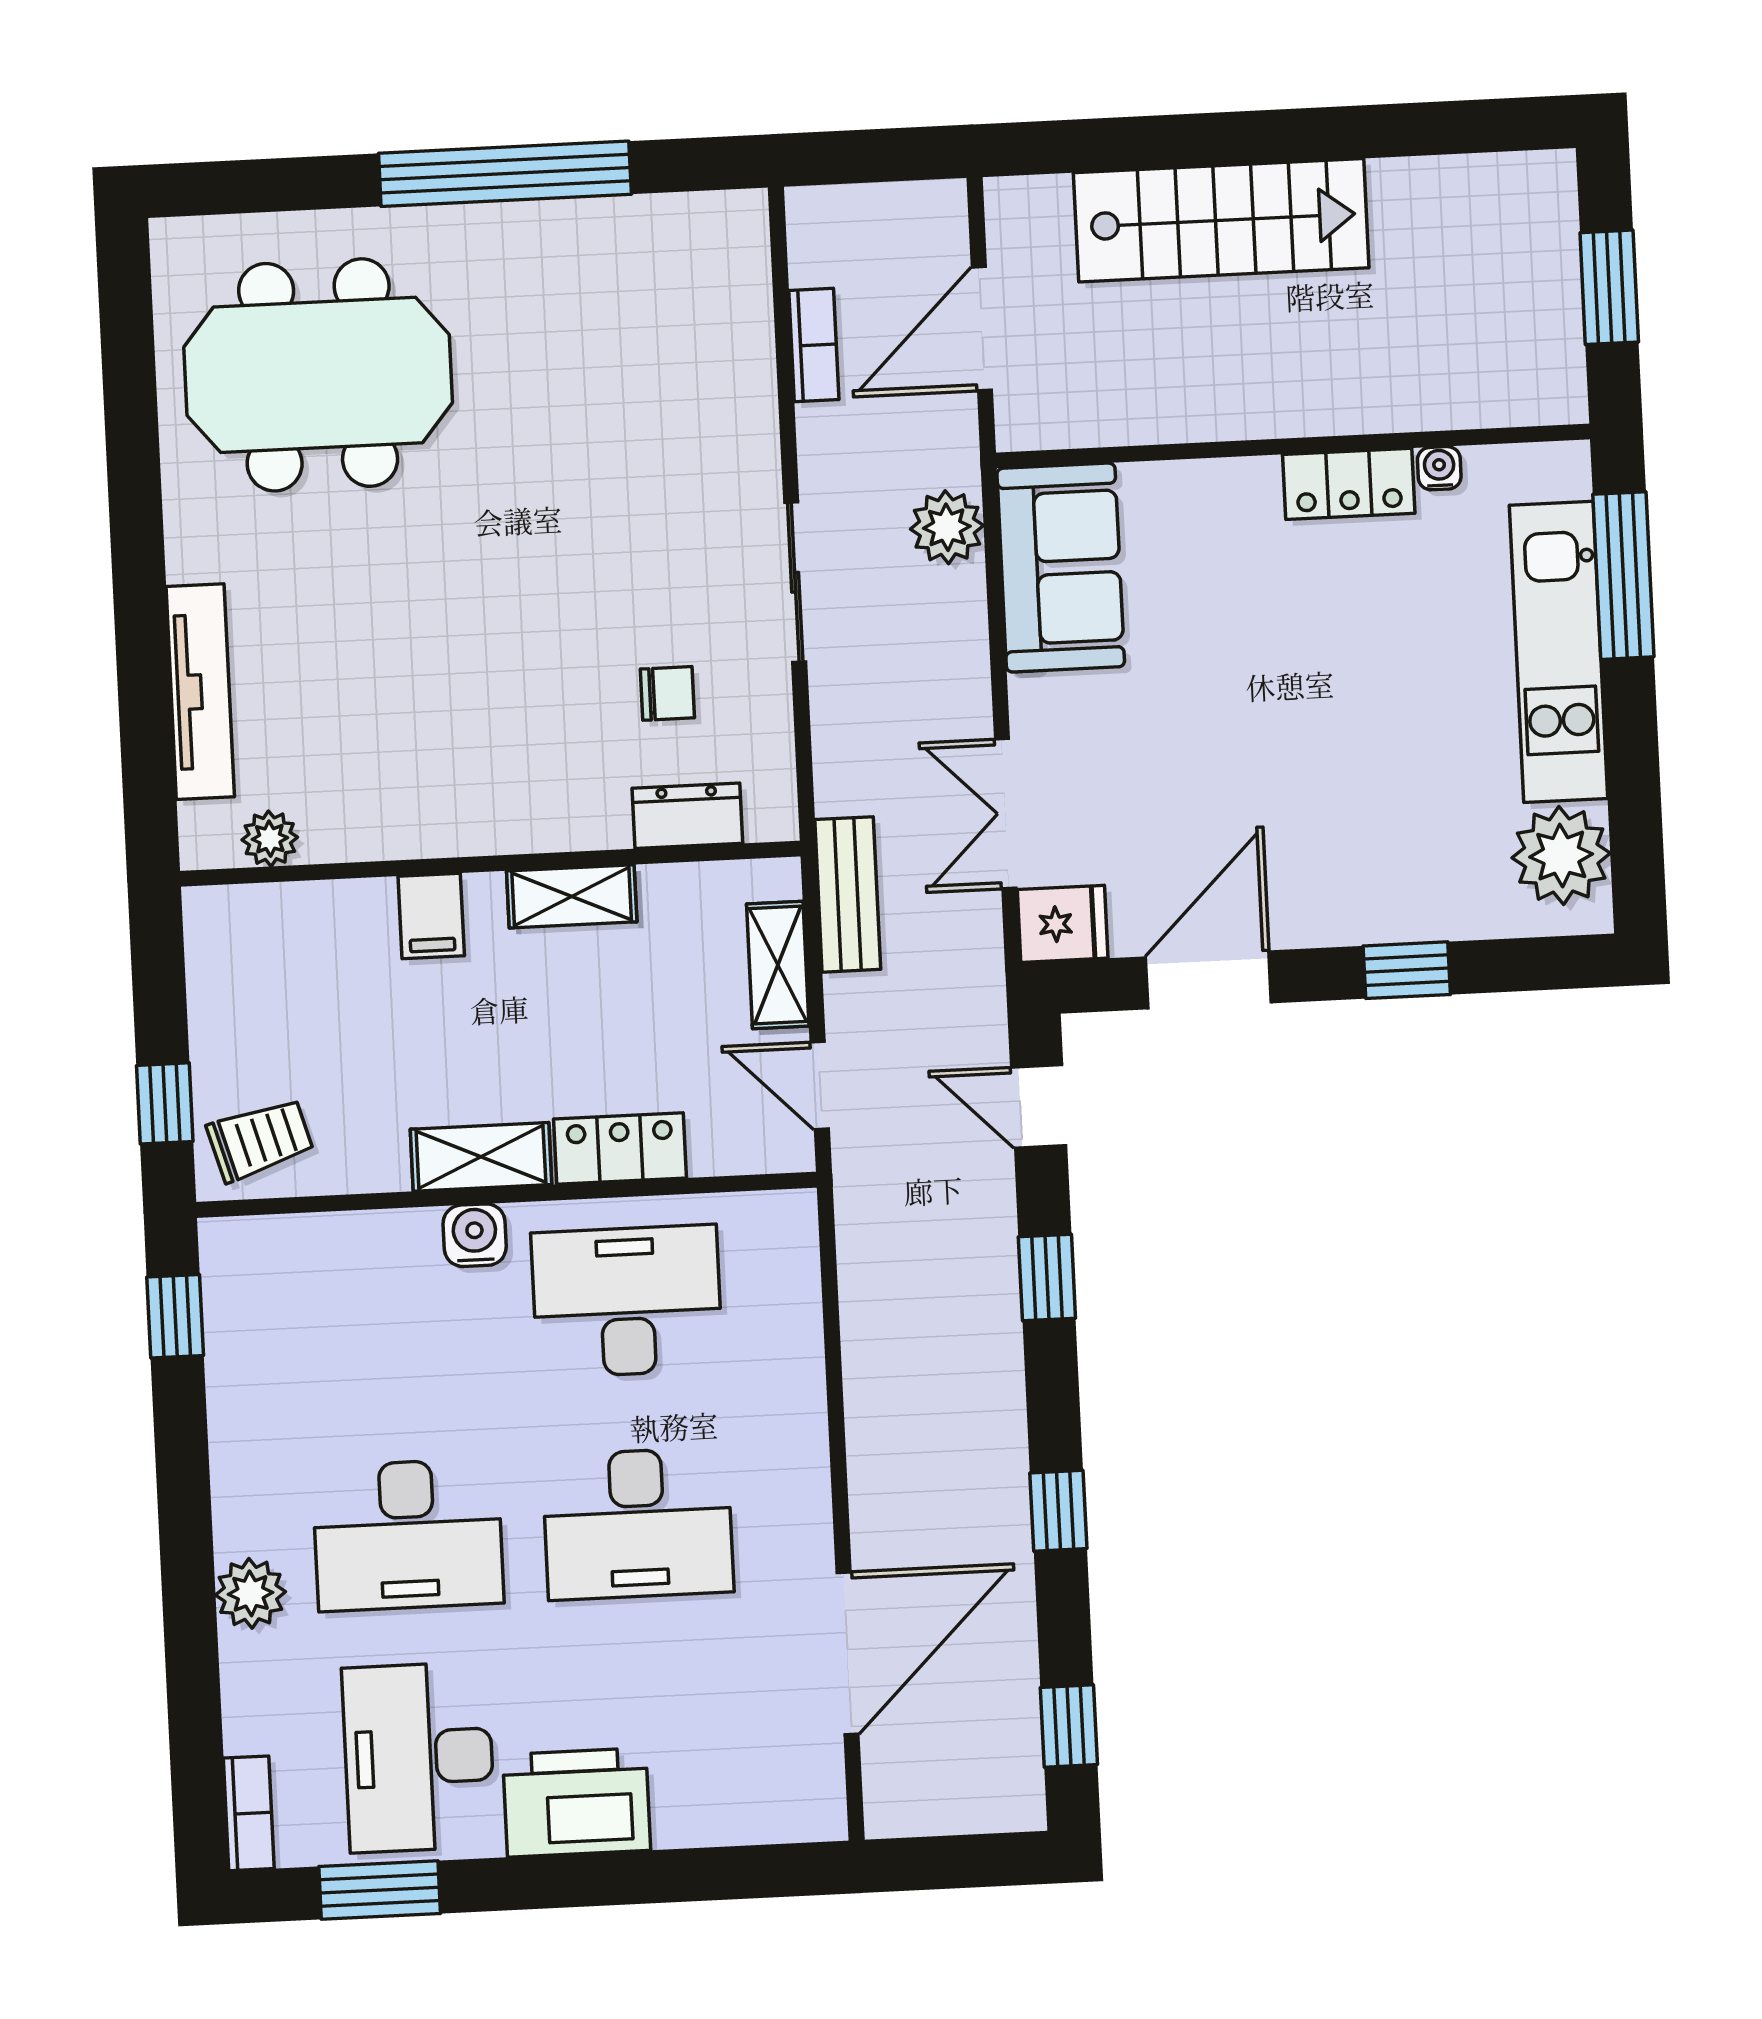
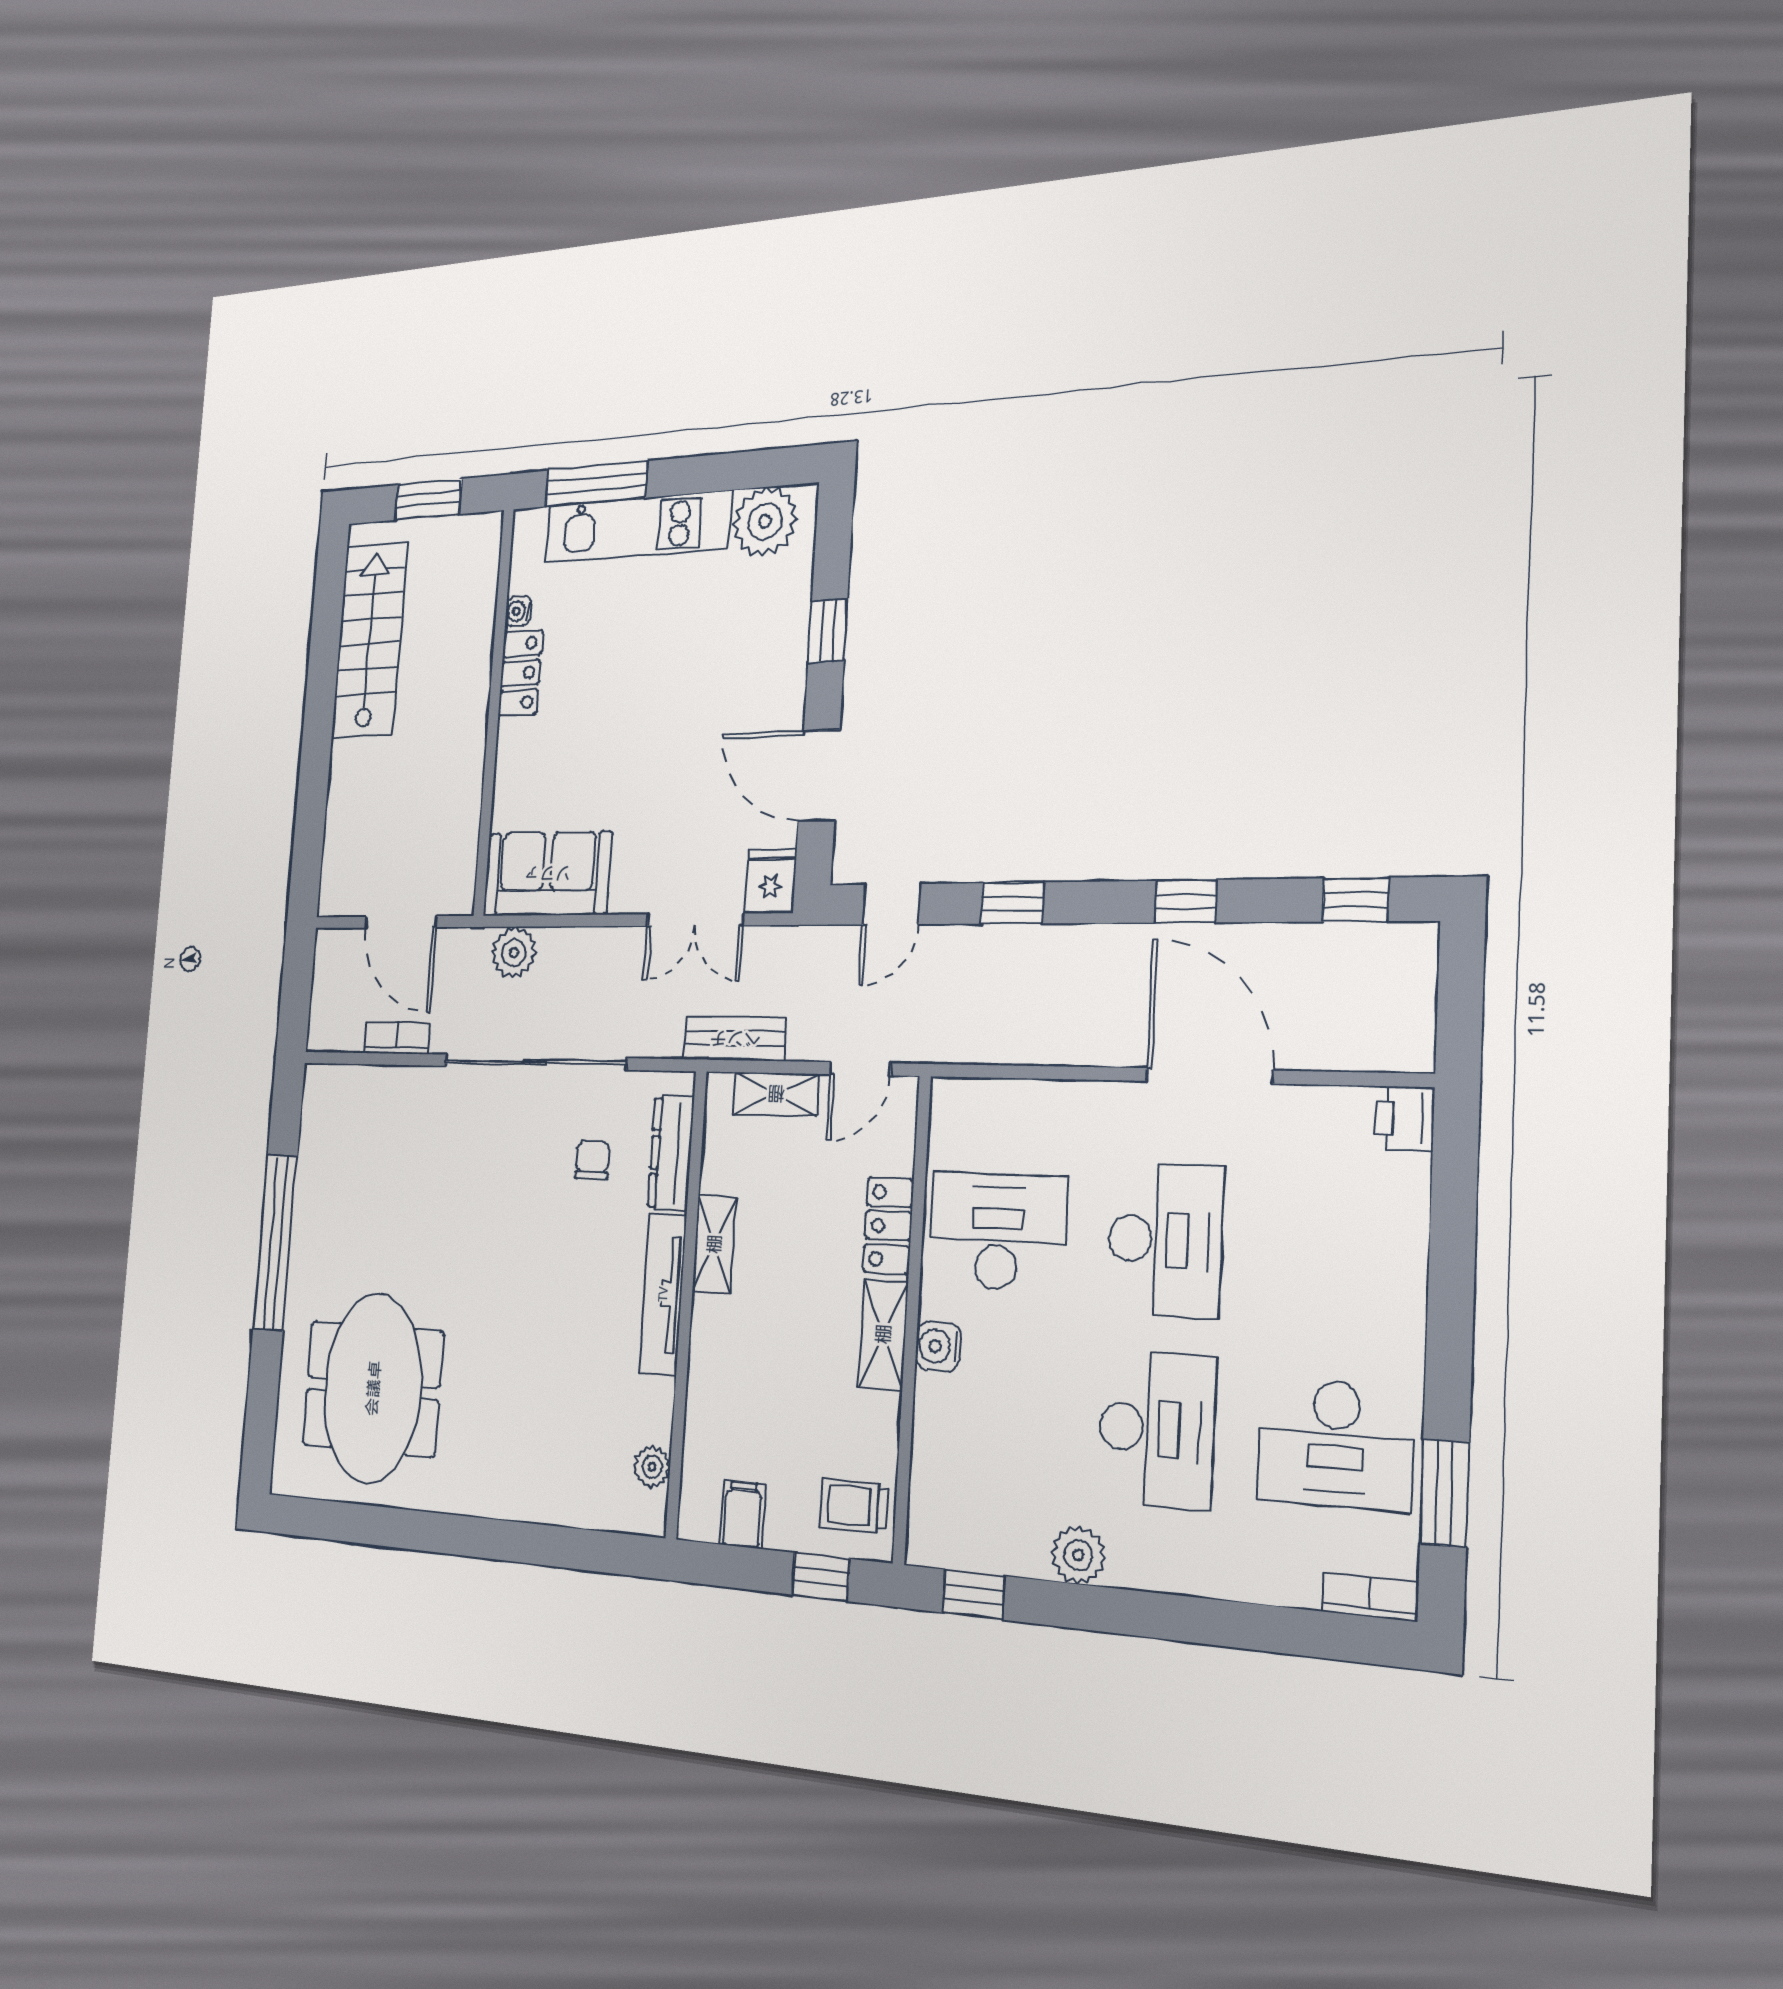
stairs: (1221, 220) -> (369, 640), moved
sliding door: (795, 582) -> (535, 1062), width x1.86
tv unit: (200, 692) -> (663, 1294), moved, turned -90
dresser: (687, 816) -> (671, 1153), width x1.44
filing cabinet: (431, 916) -> (743, 1515), moved, turned -90
trolley: (260, 1140) -> (854, 1506), turned -74
desk: (627, 1301) -> (998, 1232), turned 90
plant: (250, 1593) -> (1078, 1555), moved
door: (848, 1653) -> (1209, 1076), moved
printer: (577, 1802) -> (1405, 1119), moved, width x0.53, depth x0.68

